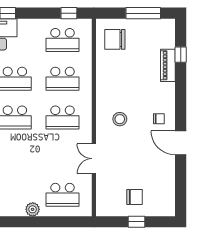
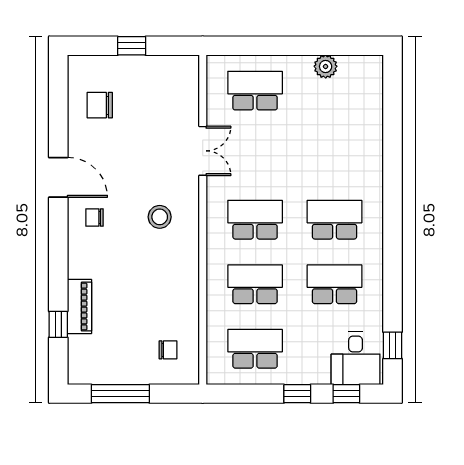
window: (69, 13) -> (297, 394), moved
chair: (115, 39) -> (168, 350), width x0.54, depth x0.54
chair: (134, 197) -> (100, 105), moved
plant: (33, 209) -> (326, 66), moved

